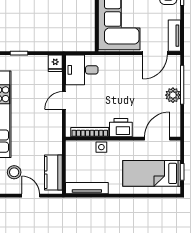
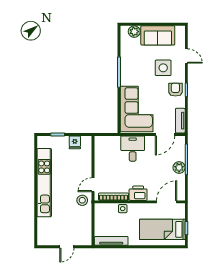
fridge: (55, 63) -> (75, 142), moved
desk: (82, 70) -> (133, 149), moved, turned 90
door: (64, 100) -> (93, 185), moved
stool: (14, 172) -> (82, 200), moved
kitchen counter: (53, 172) -> (85, 229), removed
door: (31, 196) -> (67, 247), swing flipped

